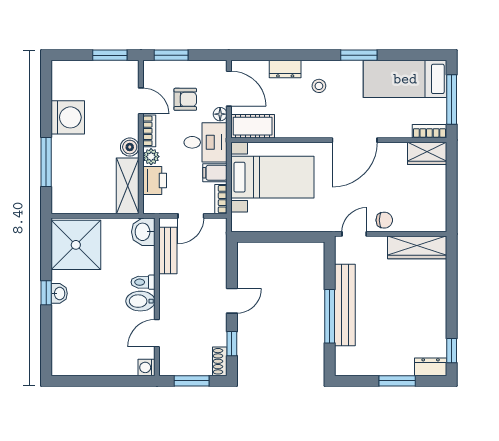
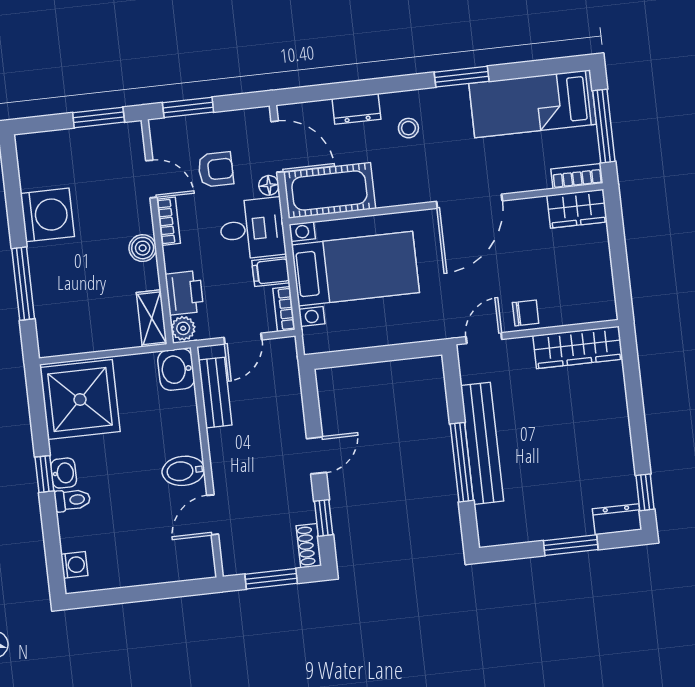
cot: (253, 126) -> (329, 190), width x1.37, depth x1.34
plant: (151, 157) -> (183, 328), moved
shelving: (128, 186) -> (152, 318), width x0.67, depth x0.75
toilet: (143, 282) -> (72, 500), moved, turned 180
washing machine: (147, 367) -> (74, 565), moved, turned 180

